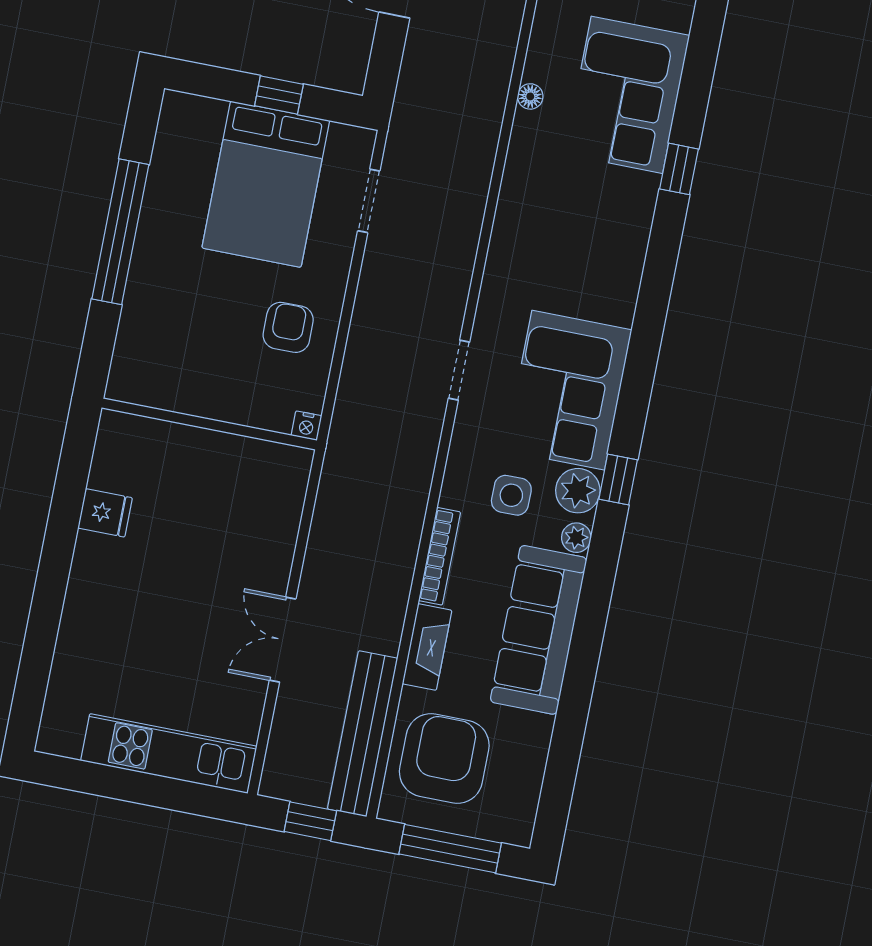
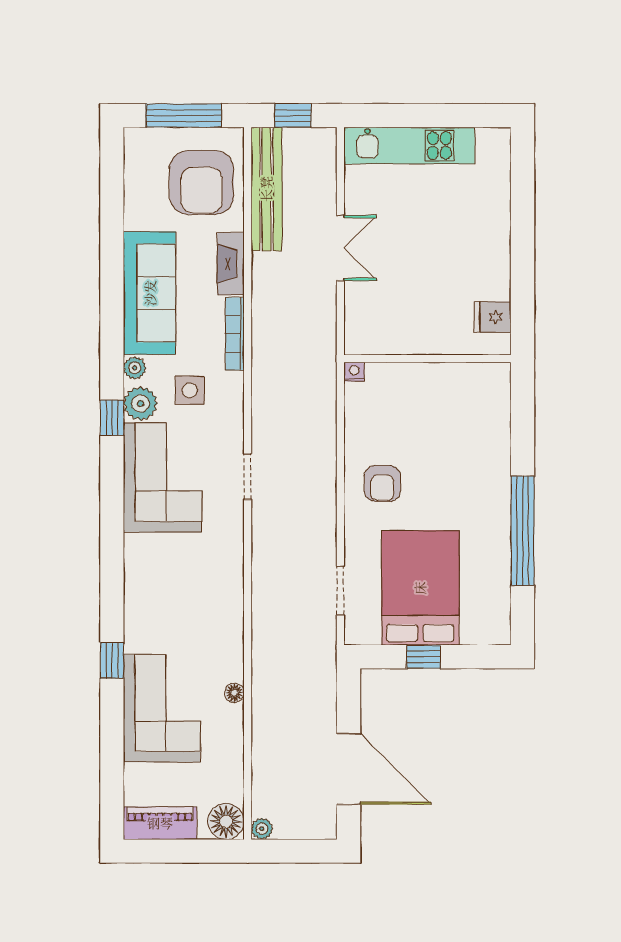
wall: (209, 424) -> (427, 359), moved
nightstand: (306, 426) -> (354, 372), moved

